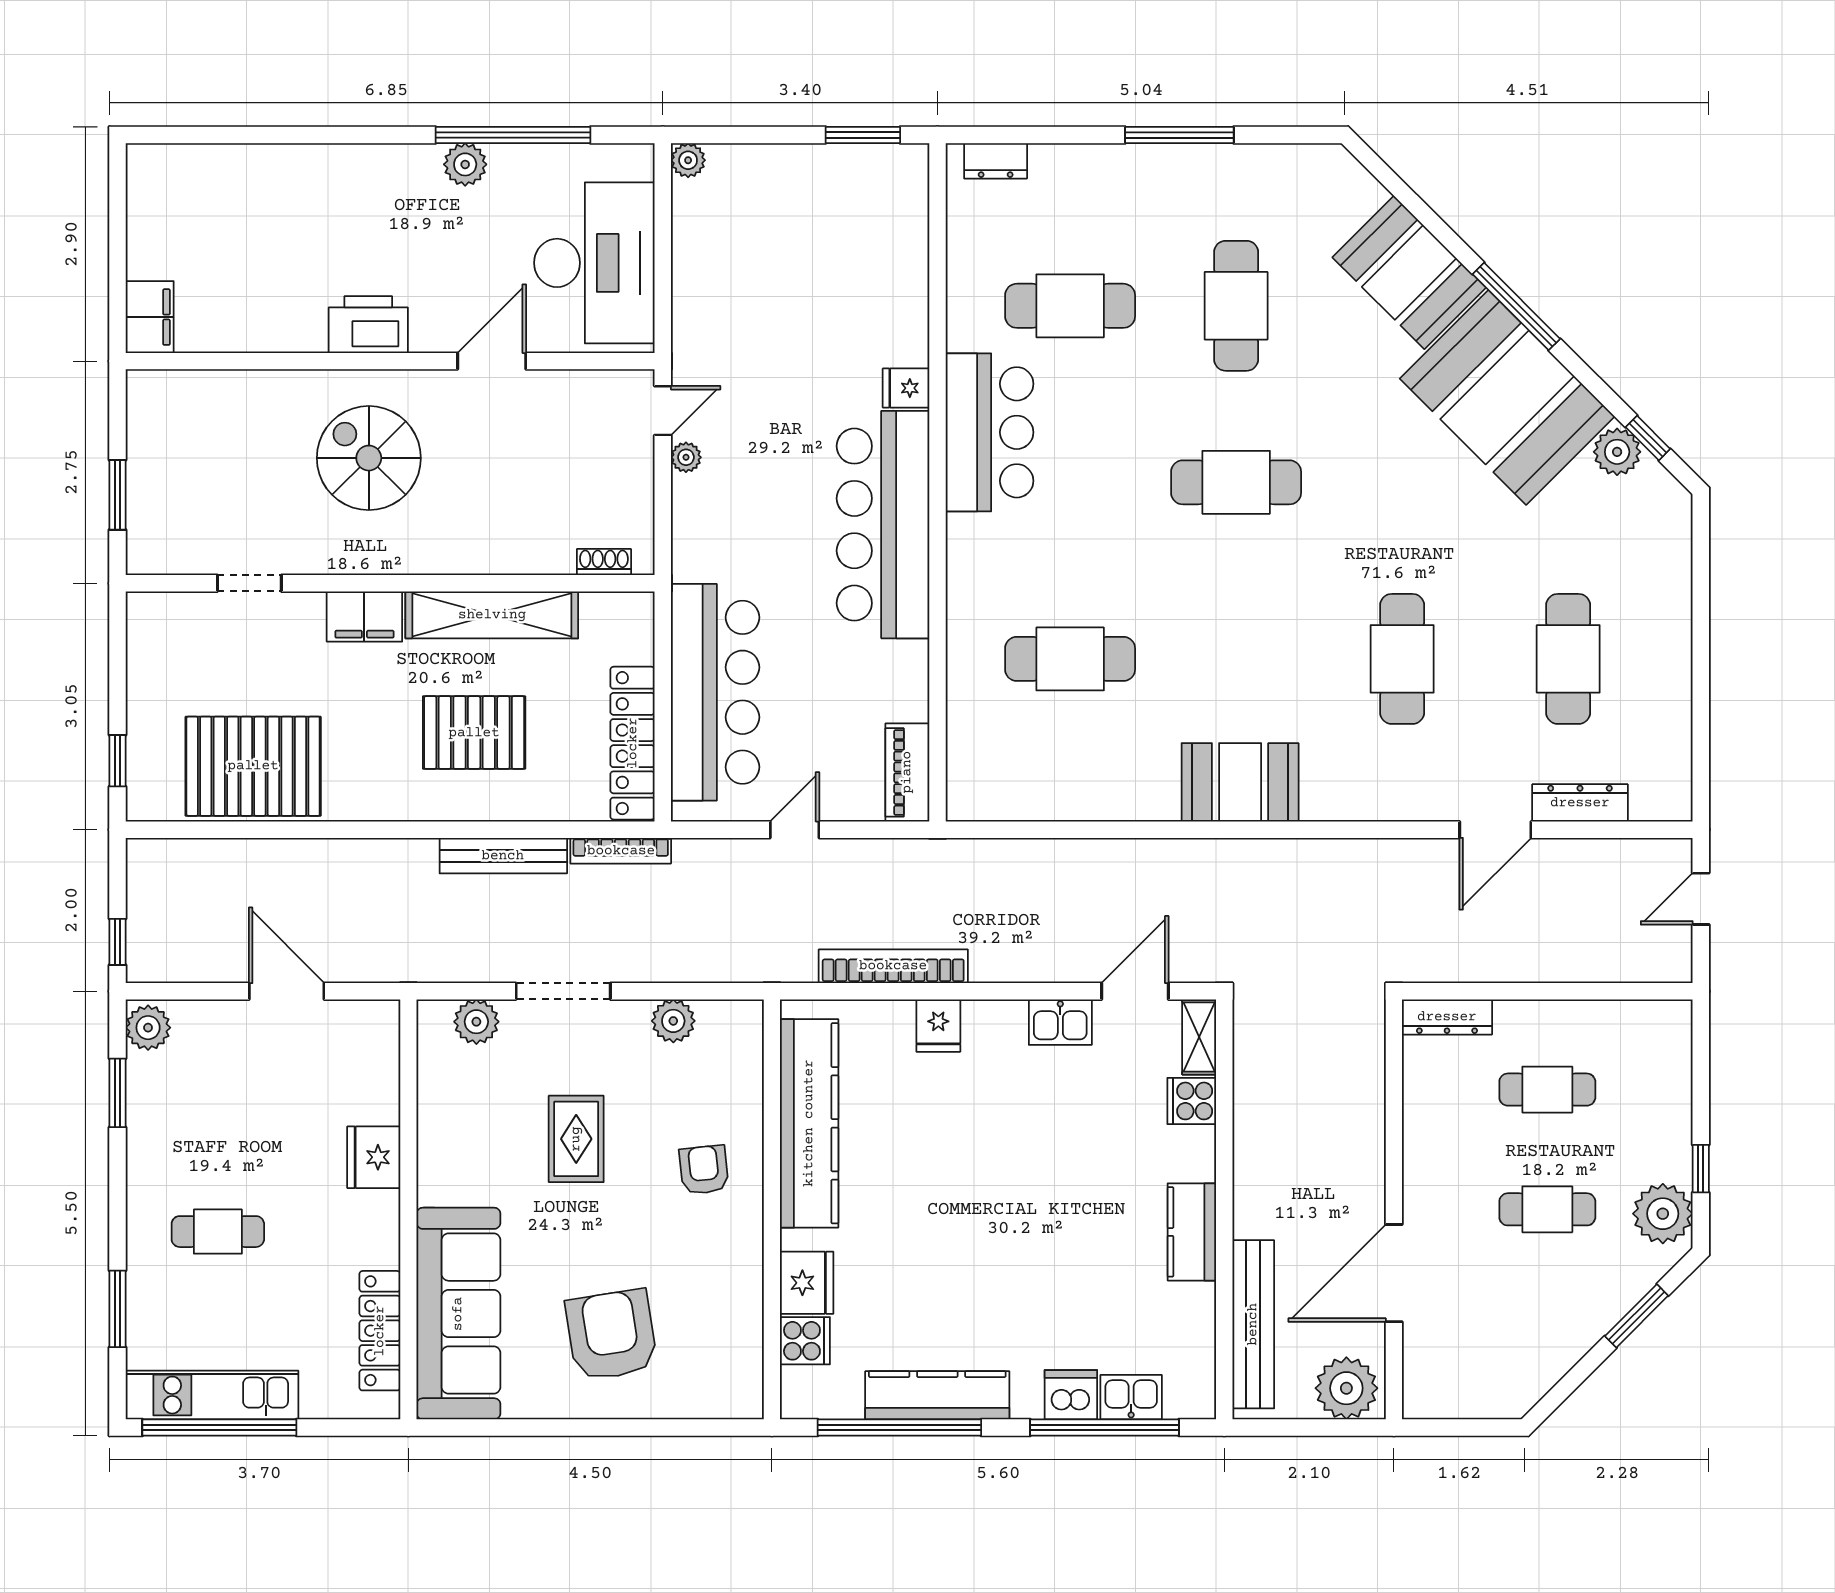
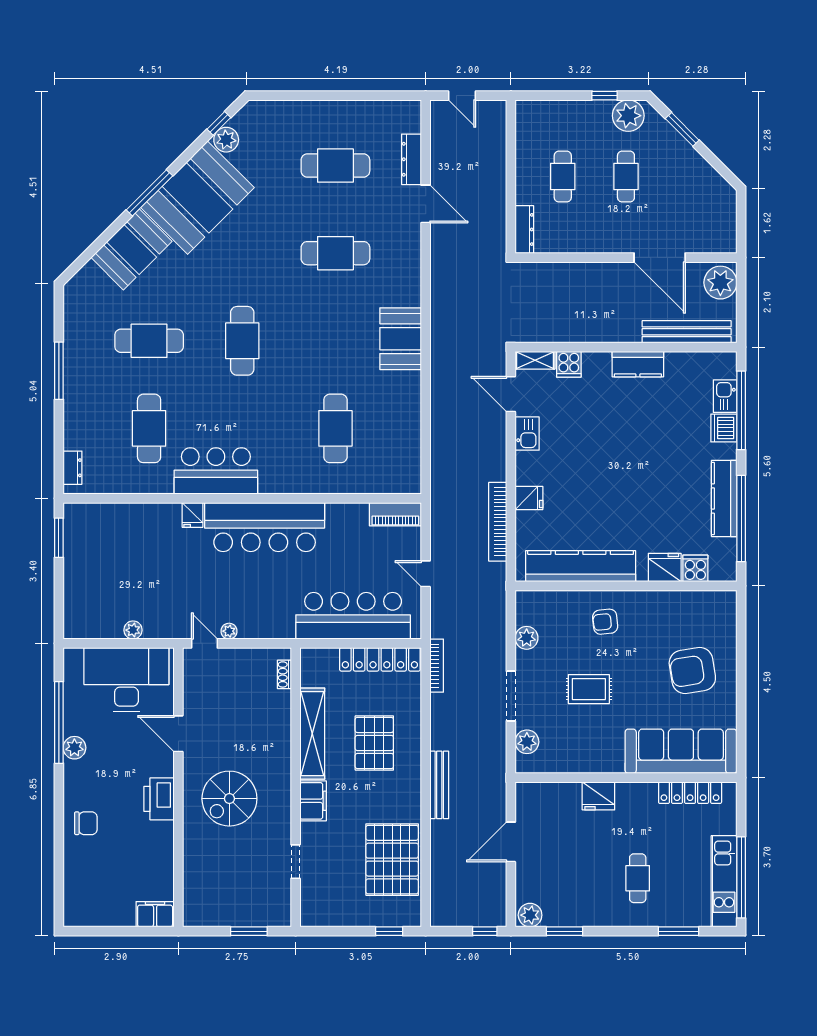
plant: (688, 160) -> (133, 630), moved
chair: (322, 186) -> (86, 823), added
bench: (503, 856) -> (439, 785), moved

